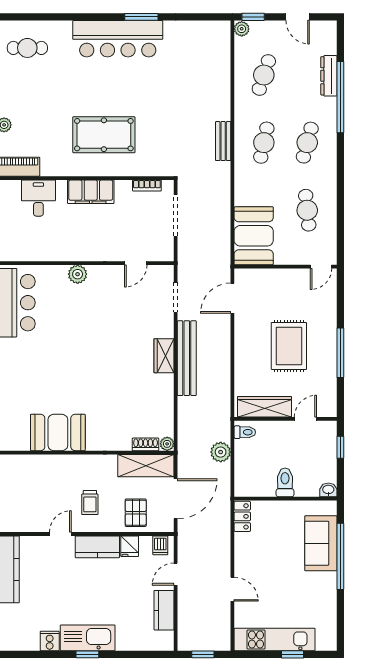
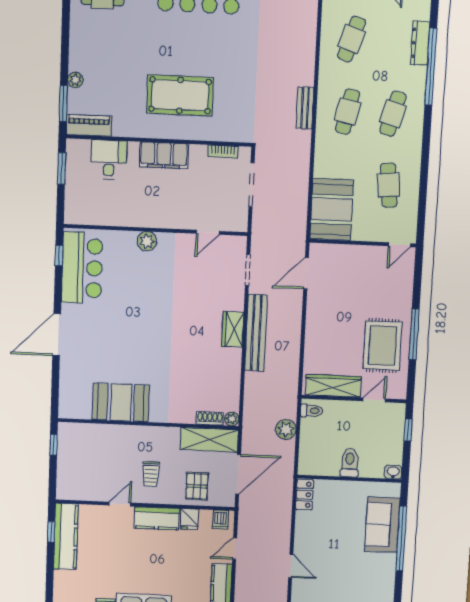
rug: (289, 346) -> (383, 345), moved

